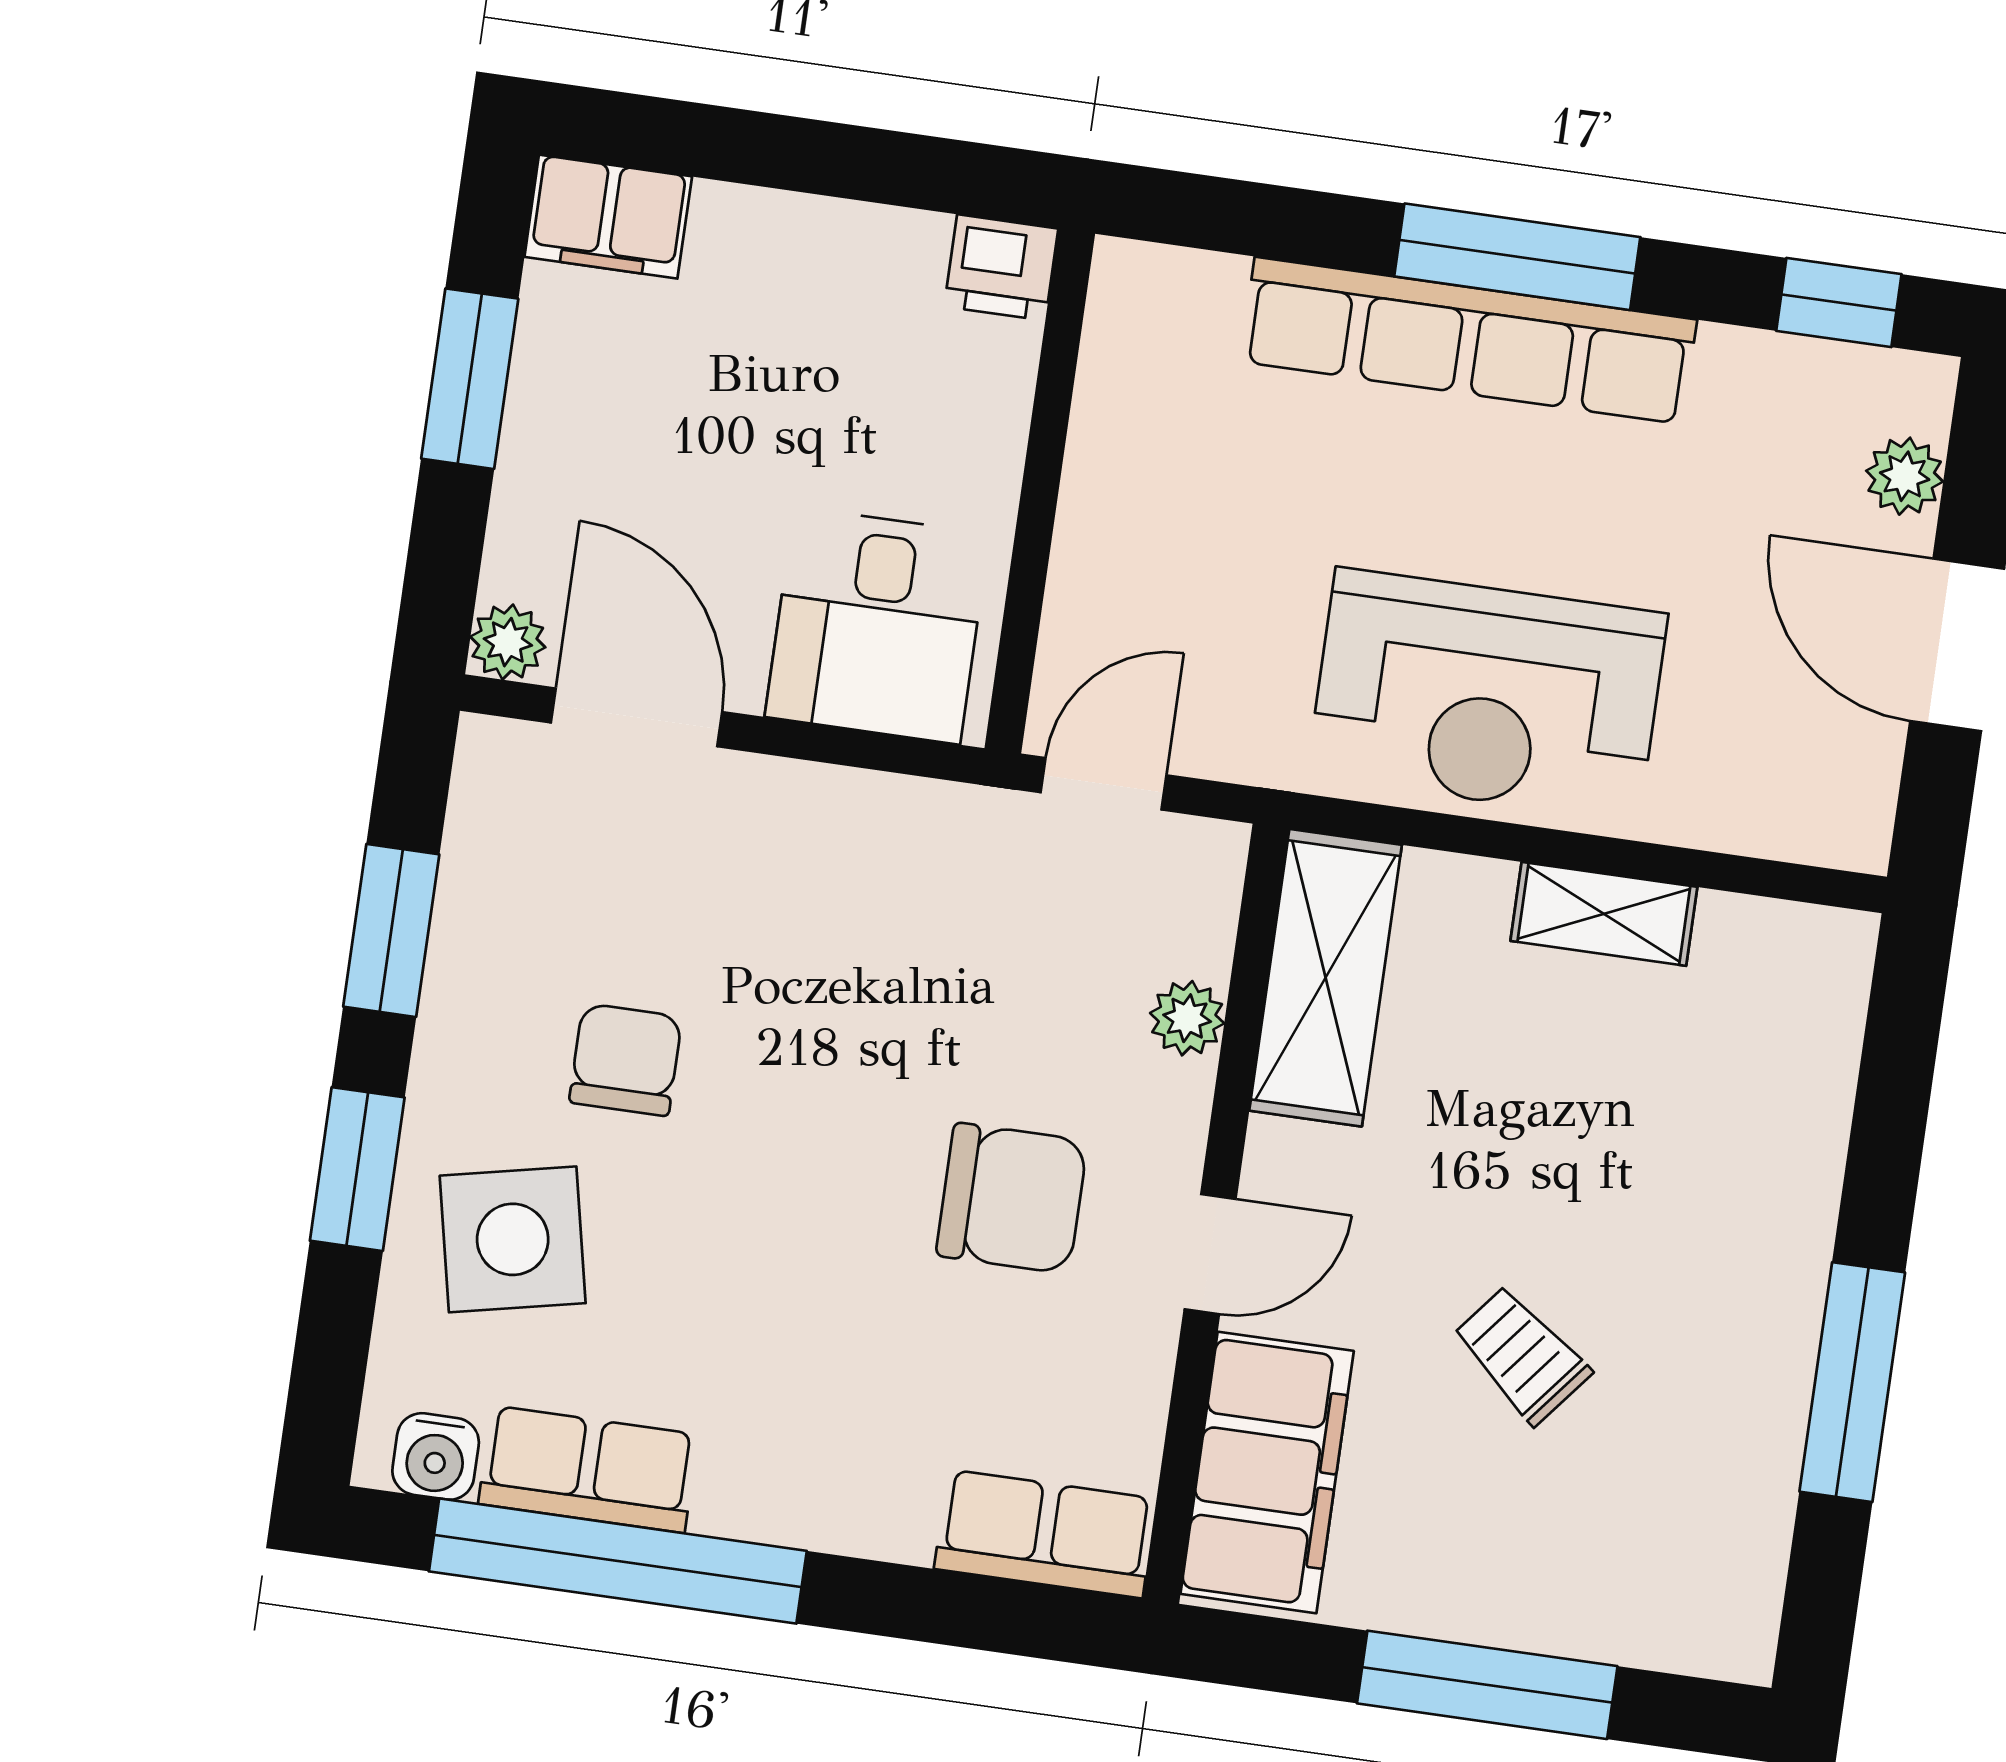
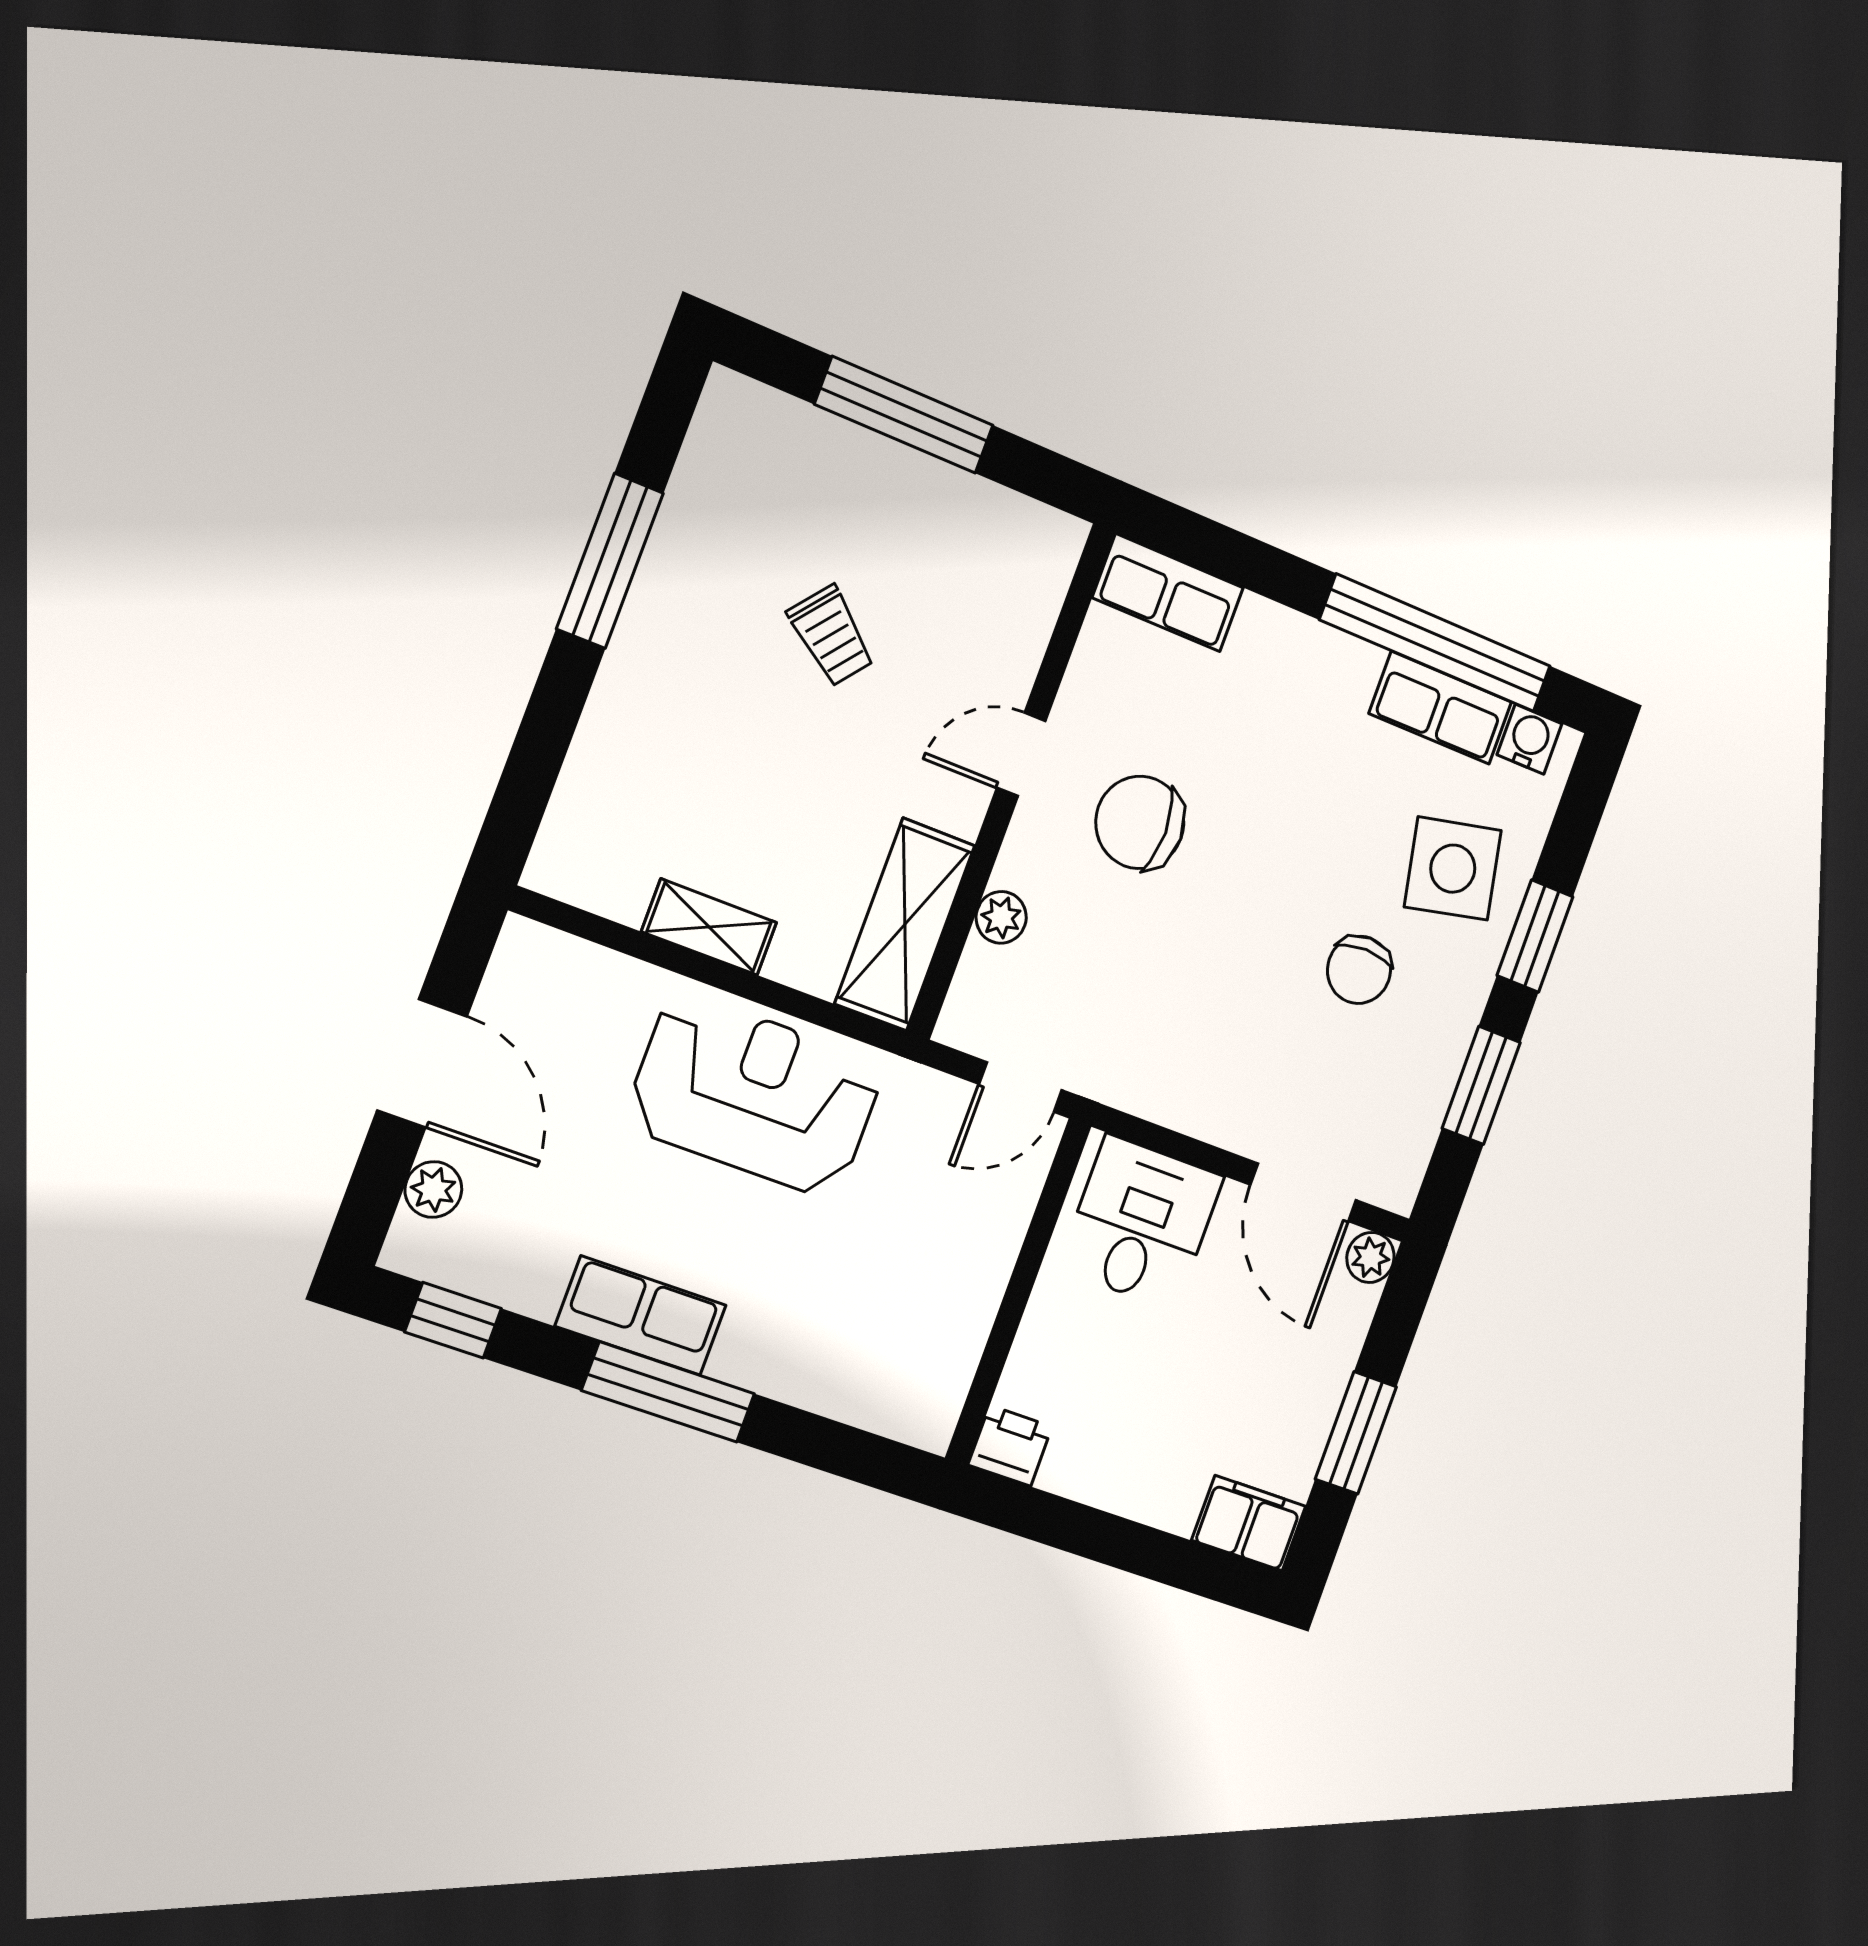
row of seats: (1468, 341) -> (641, 1316), width x0.50
filing cabinet: (1267, 1472) -> (1017, 598), removed

